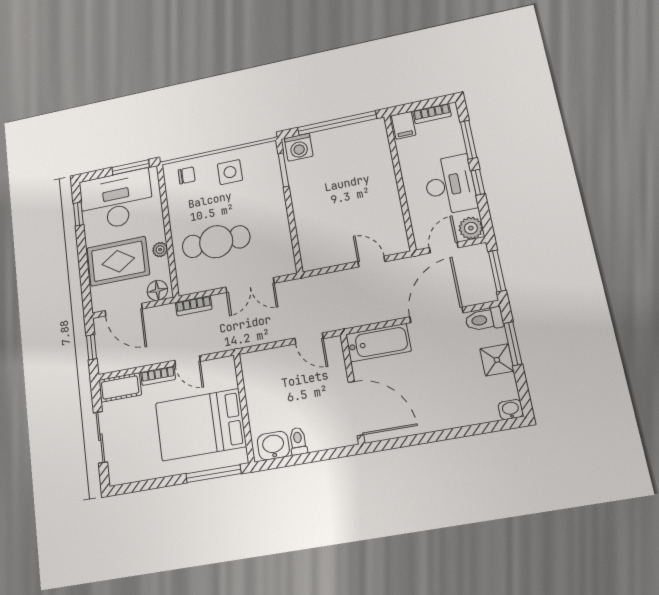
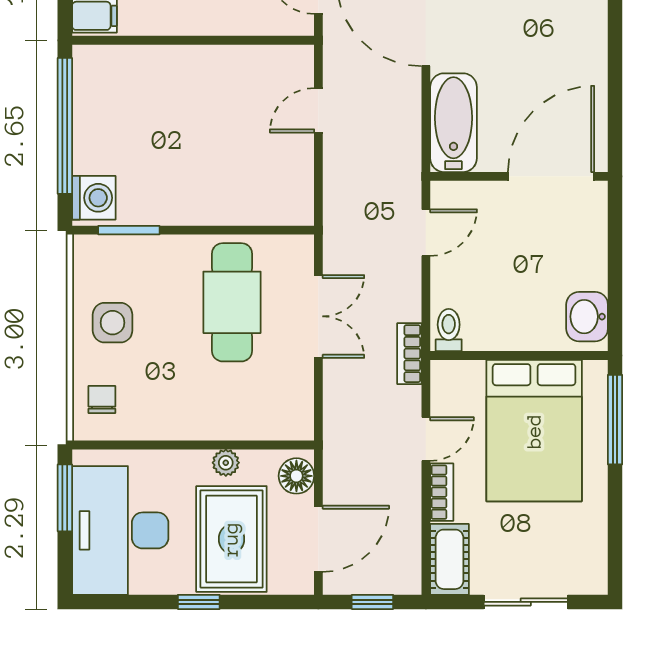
window: (78, 214) -> (199, 602), moved
cafe table: (216, 242) -> (232, 302), moved
bookcase: (194, 306) -> (409, 354), moved, turned 180
toilet: (298, 441) -> (449, 330), moved, turned 90

